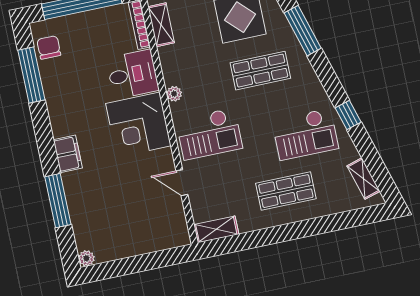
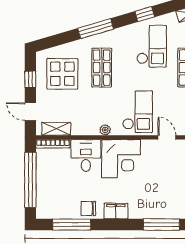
window: (303, 31) -> (96, 29), moved
chair: (49, 47) -> (88, 209), moved
filing cabinet: (68, 154) -> (116, 211), moved
door: (182, 183) -> (167, 137), swing flipped

